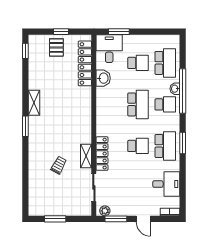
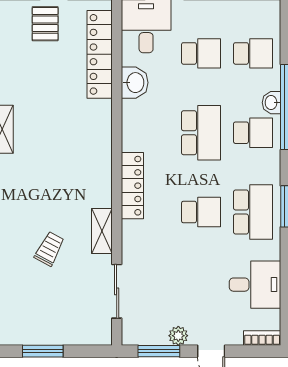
school desk: (165, 63) -> (253, 53), width x0.54
locker: (102, 154) -> (132, 186), moved
plant: (105, 211) -> (178, 336), moved

